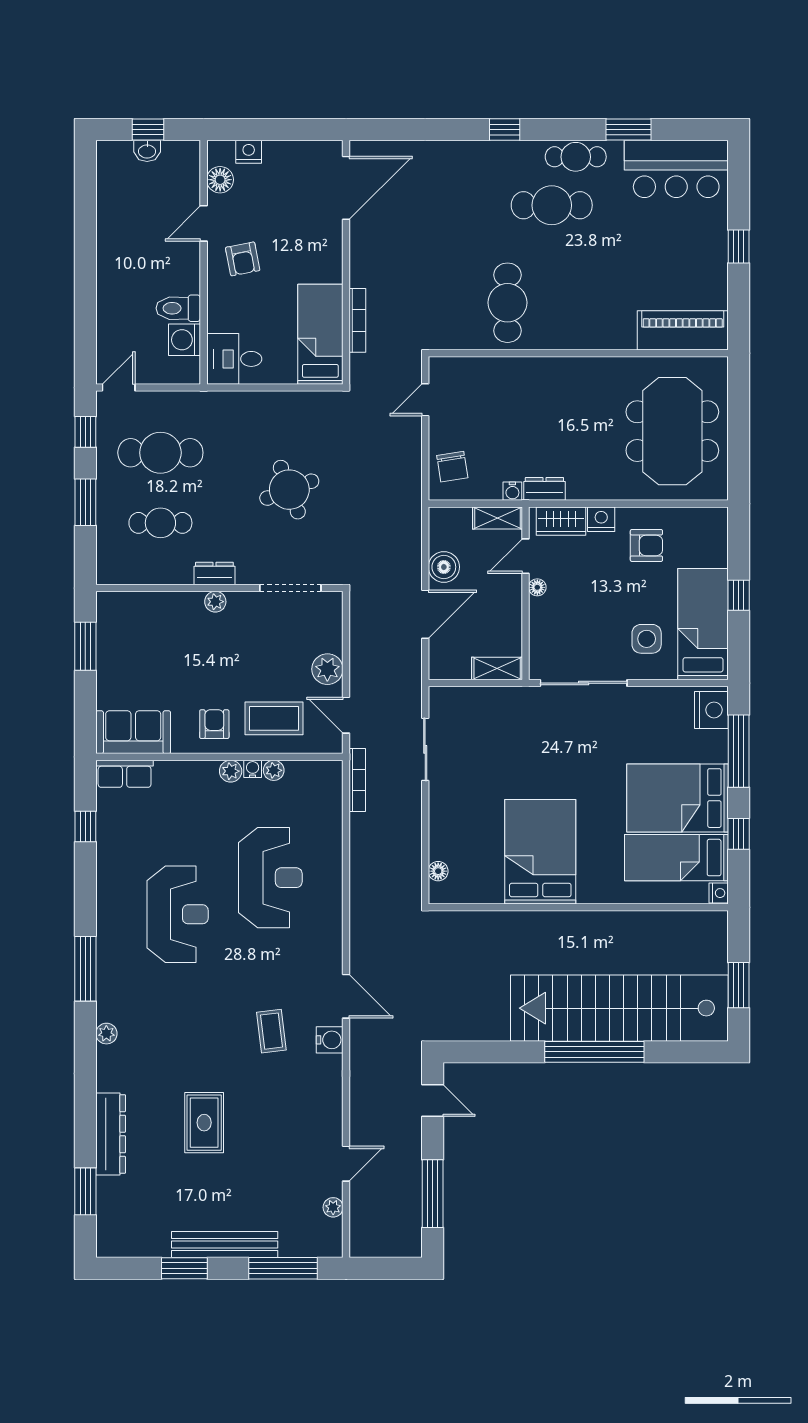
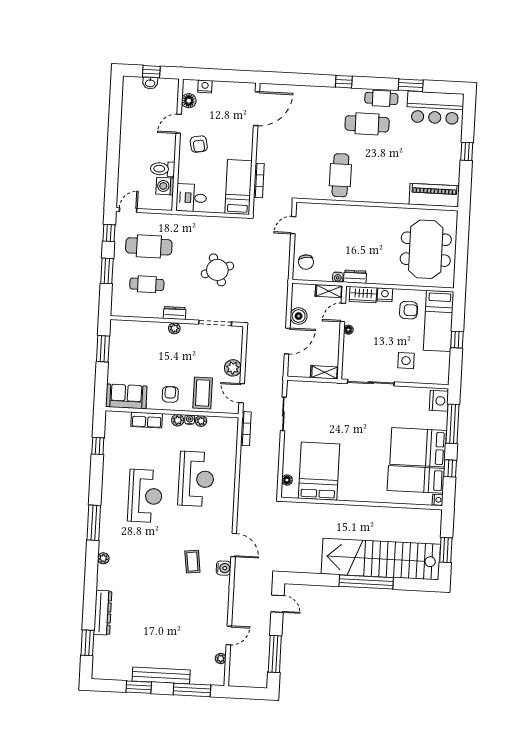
bed: (703, 624) -> (439, 321), moved, turned 180
coffee table: (274, 718) -> (203, 393), turned 90
row of seats: (125, 774) -> (147, 420), moved
bed: (540, 852) -> (319, 471), moved
rug: (204, 1123) -> (153, 609), removed

